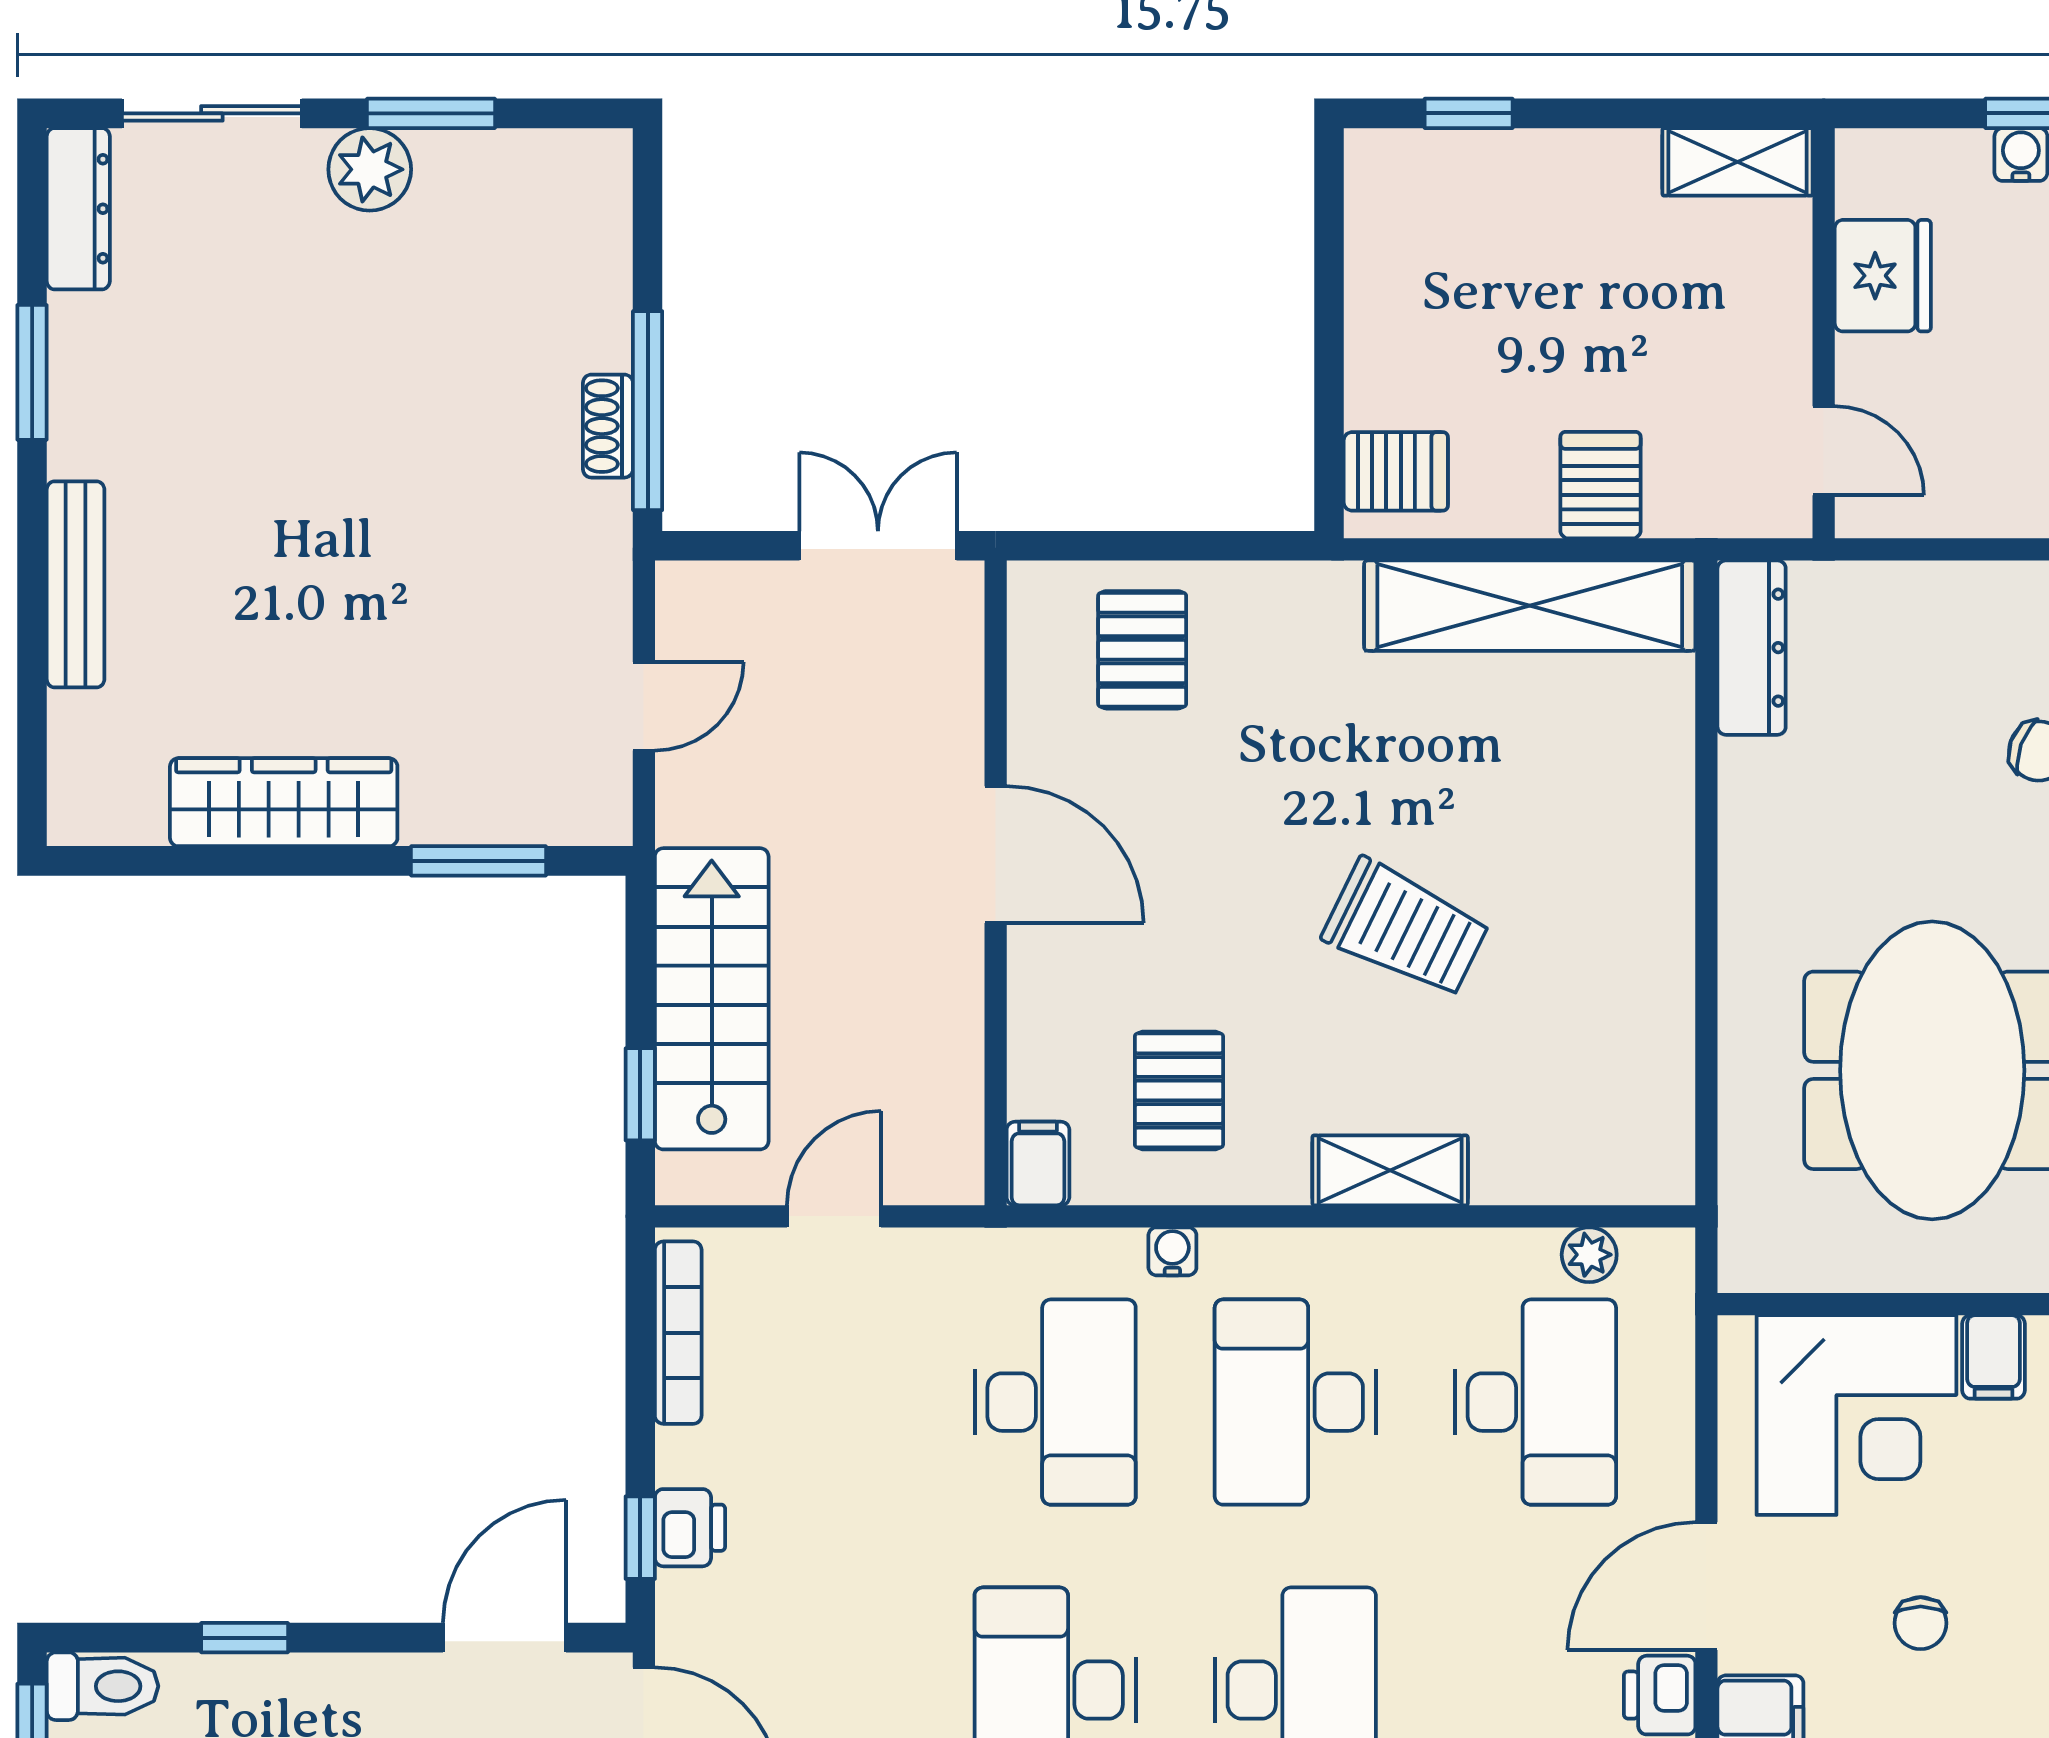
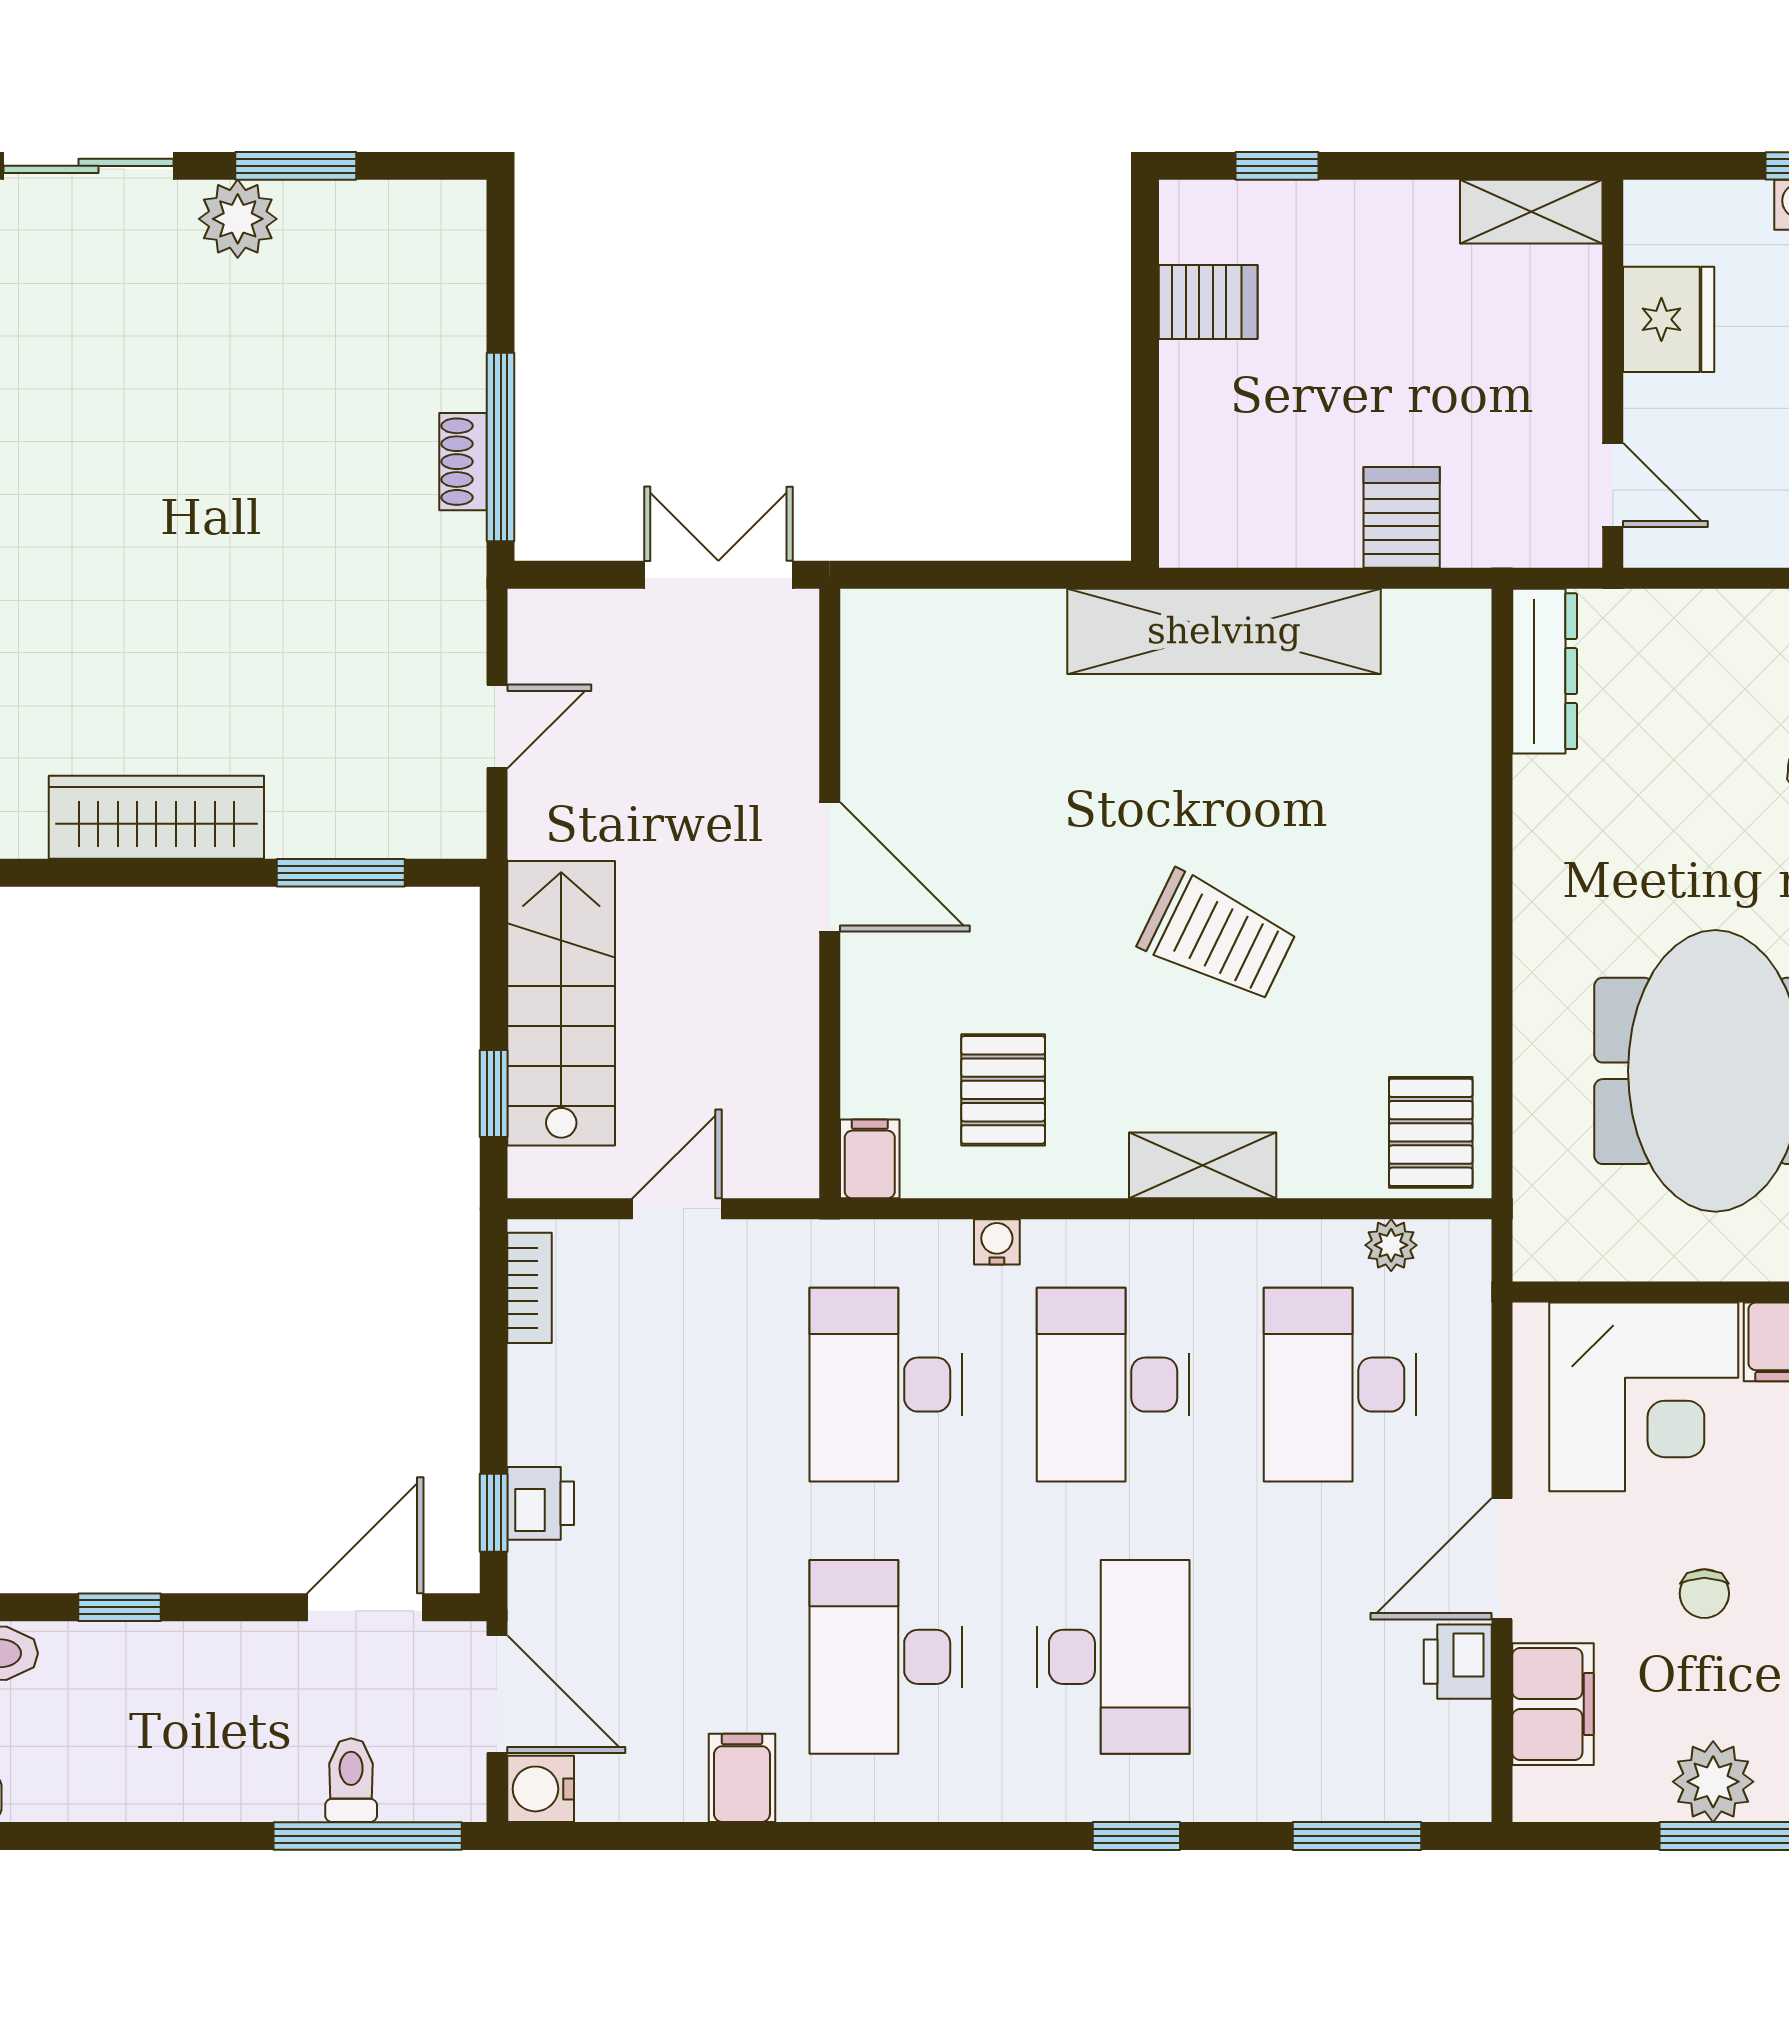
server rack: (1396, 471) -> (1208, 302), moved
shelving: (1530, 606) -> (1224, 631), moved
pallet: (1142, 650) -> (1431, 1132), moved
bookcase: (678, 1333) -> (530, 1288), width x0.64
desk: (1055, 1402) -> (886, 1385), turned 180
desk: (1535, 1402) -> (1340, 1385), turned 180

